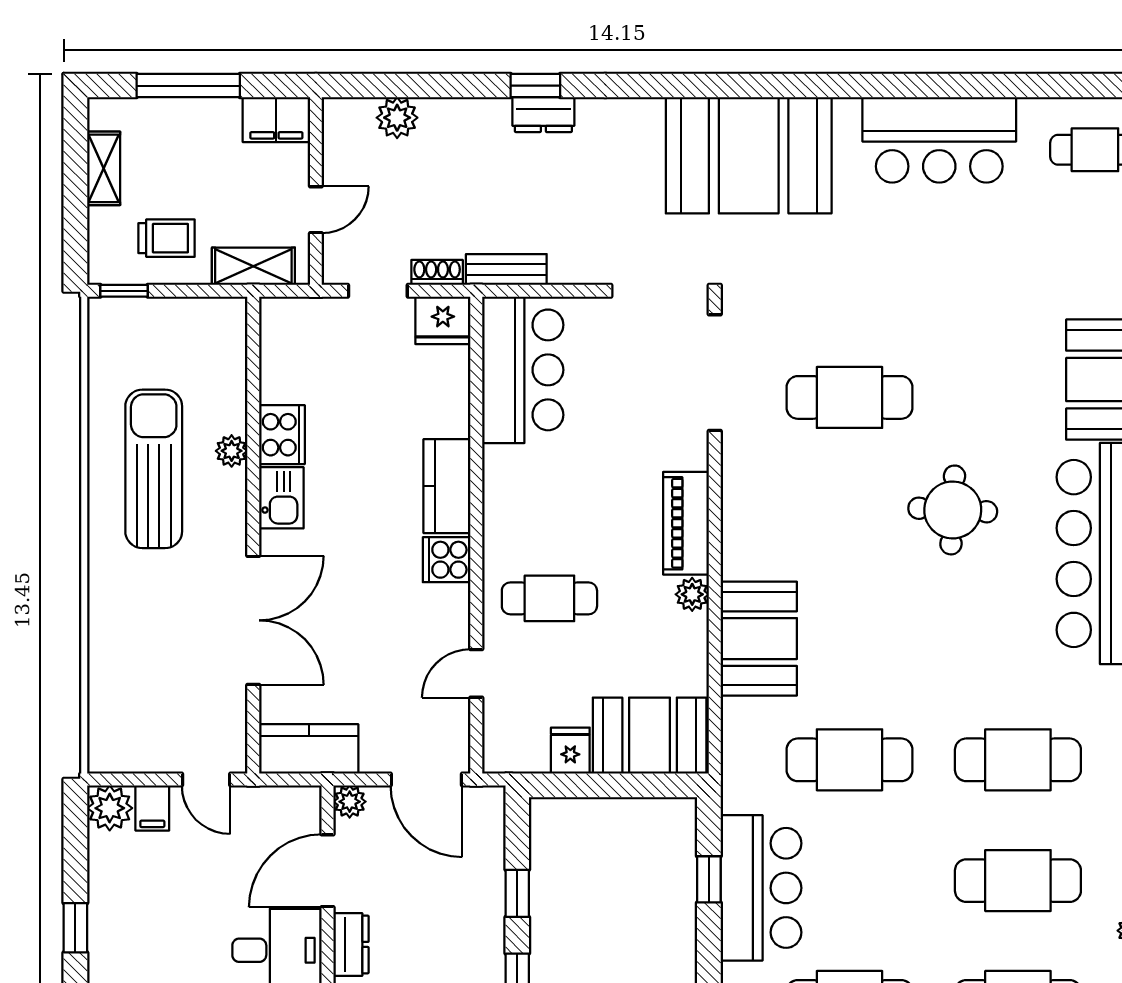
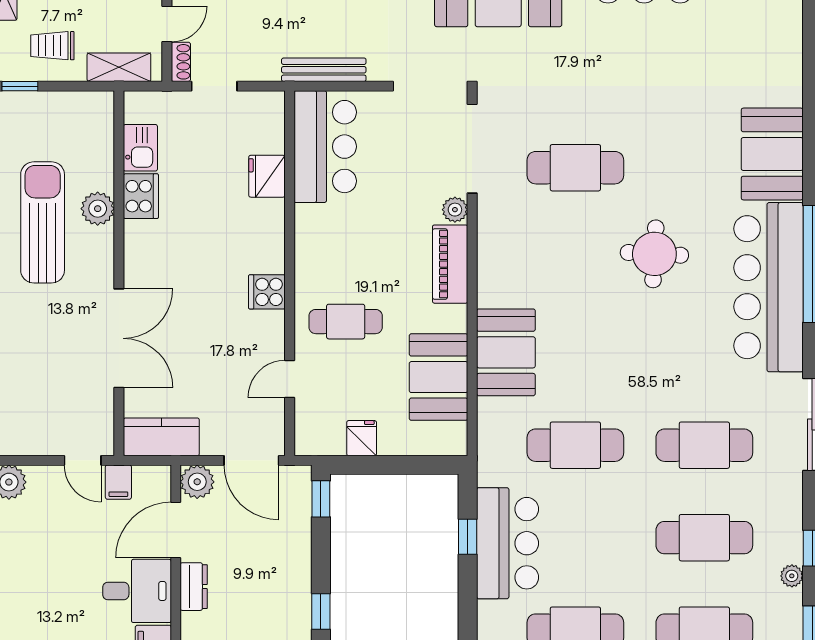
trolley: (166, 238) -> (52, 46), turned 180
bench: (506, 270) -> (324, 70), width x1.36
shoe rack: (437, 272) -> (181, 62), moved, turned 90
fridge: (443, 320) -> (267, 176), moved, turned 90
plant: (232, 451) -> (98, 209), width x1.38, depth x1.38
kitchen counter: (447, 486) -> (267, 236), removed
kitchen sink: (281, 498) -> (140, 148), moved
plant: (692, 594) -> (455, 210), moved
booth: (650, 736) -> (439, 377), moved, turned 90
plant: (350, 802) -> (197, 482), width x1.38, depth x1.38
filing cabinet: (152, 808) -> (118, 482), moved
window: (517, 893) -> (321, 499), moved

